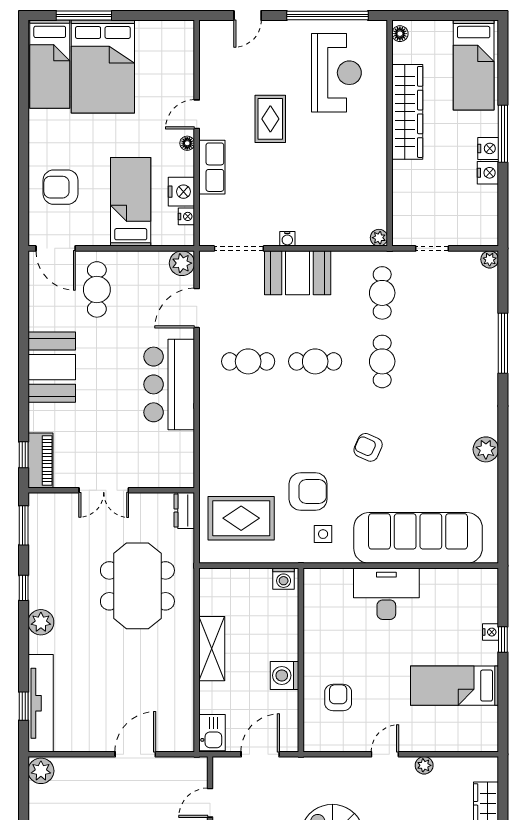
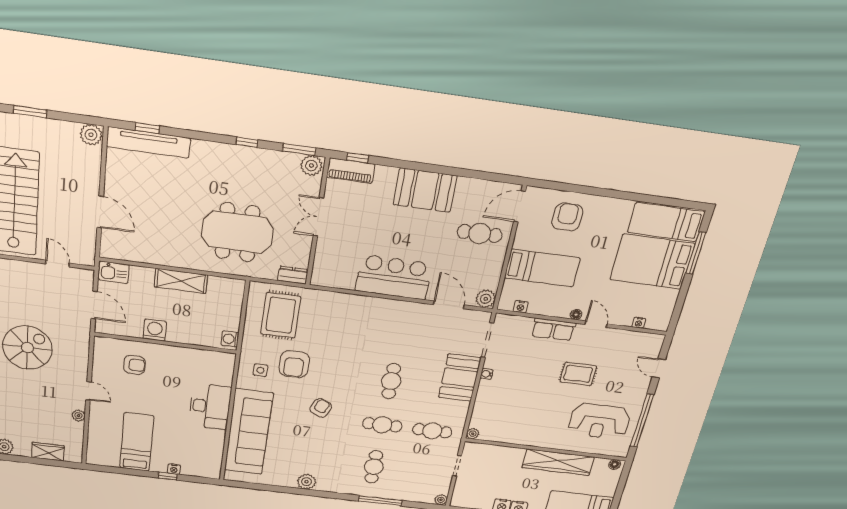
nightstand: (181, 192) -> (639, 323), moved, width x0.53, depth x0.56
cafe table: (248, 361) -> (374, 467), moved
plant: (41, 622) -> (311, 165), moved

